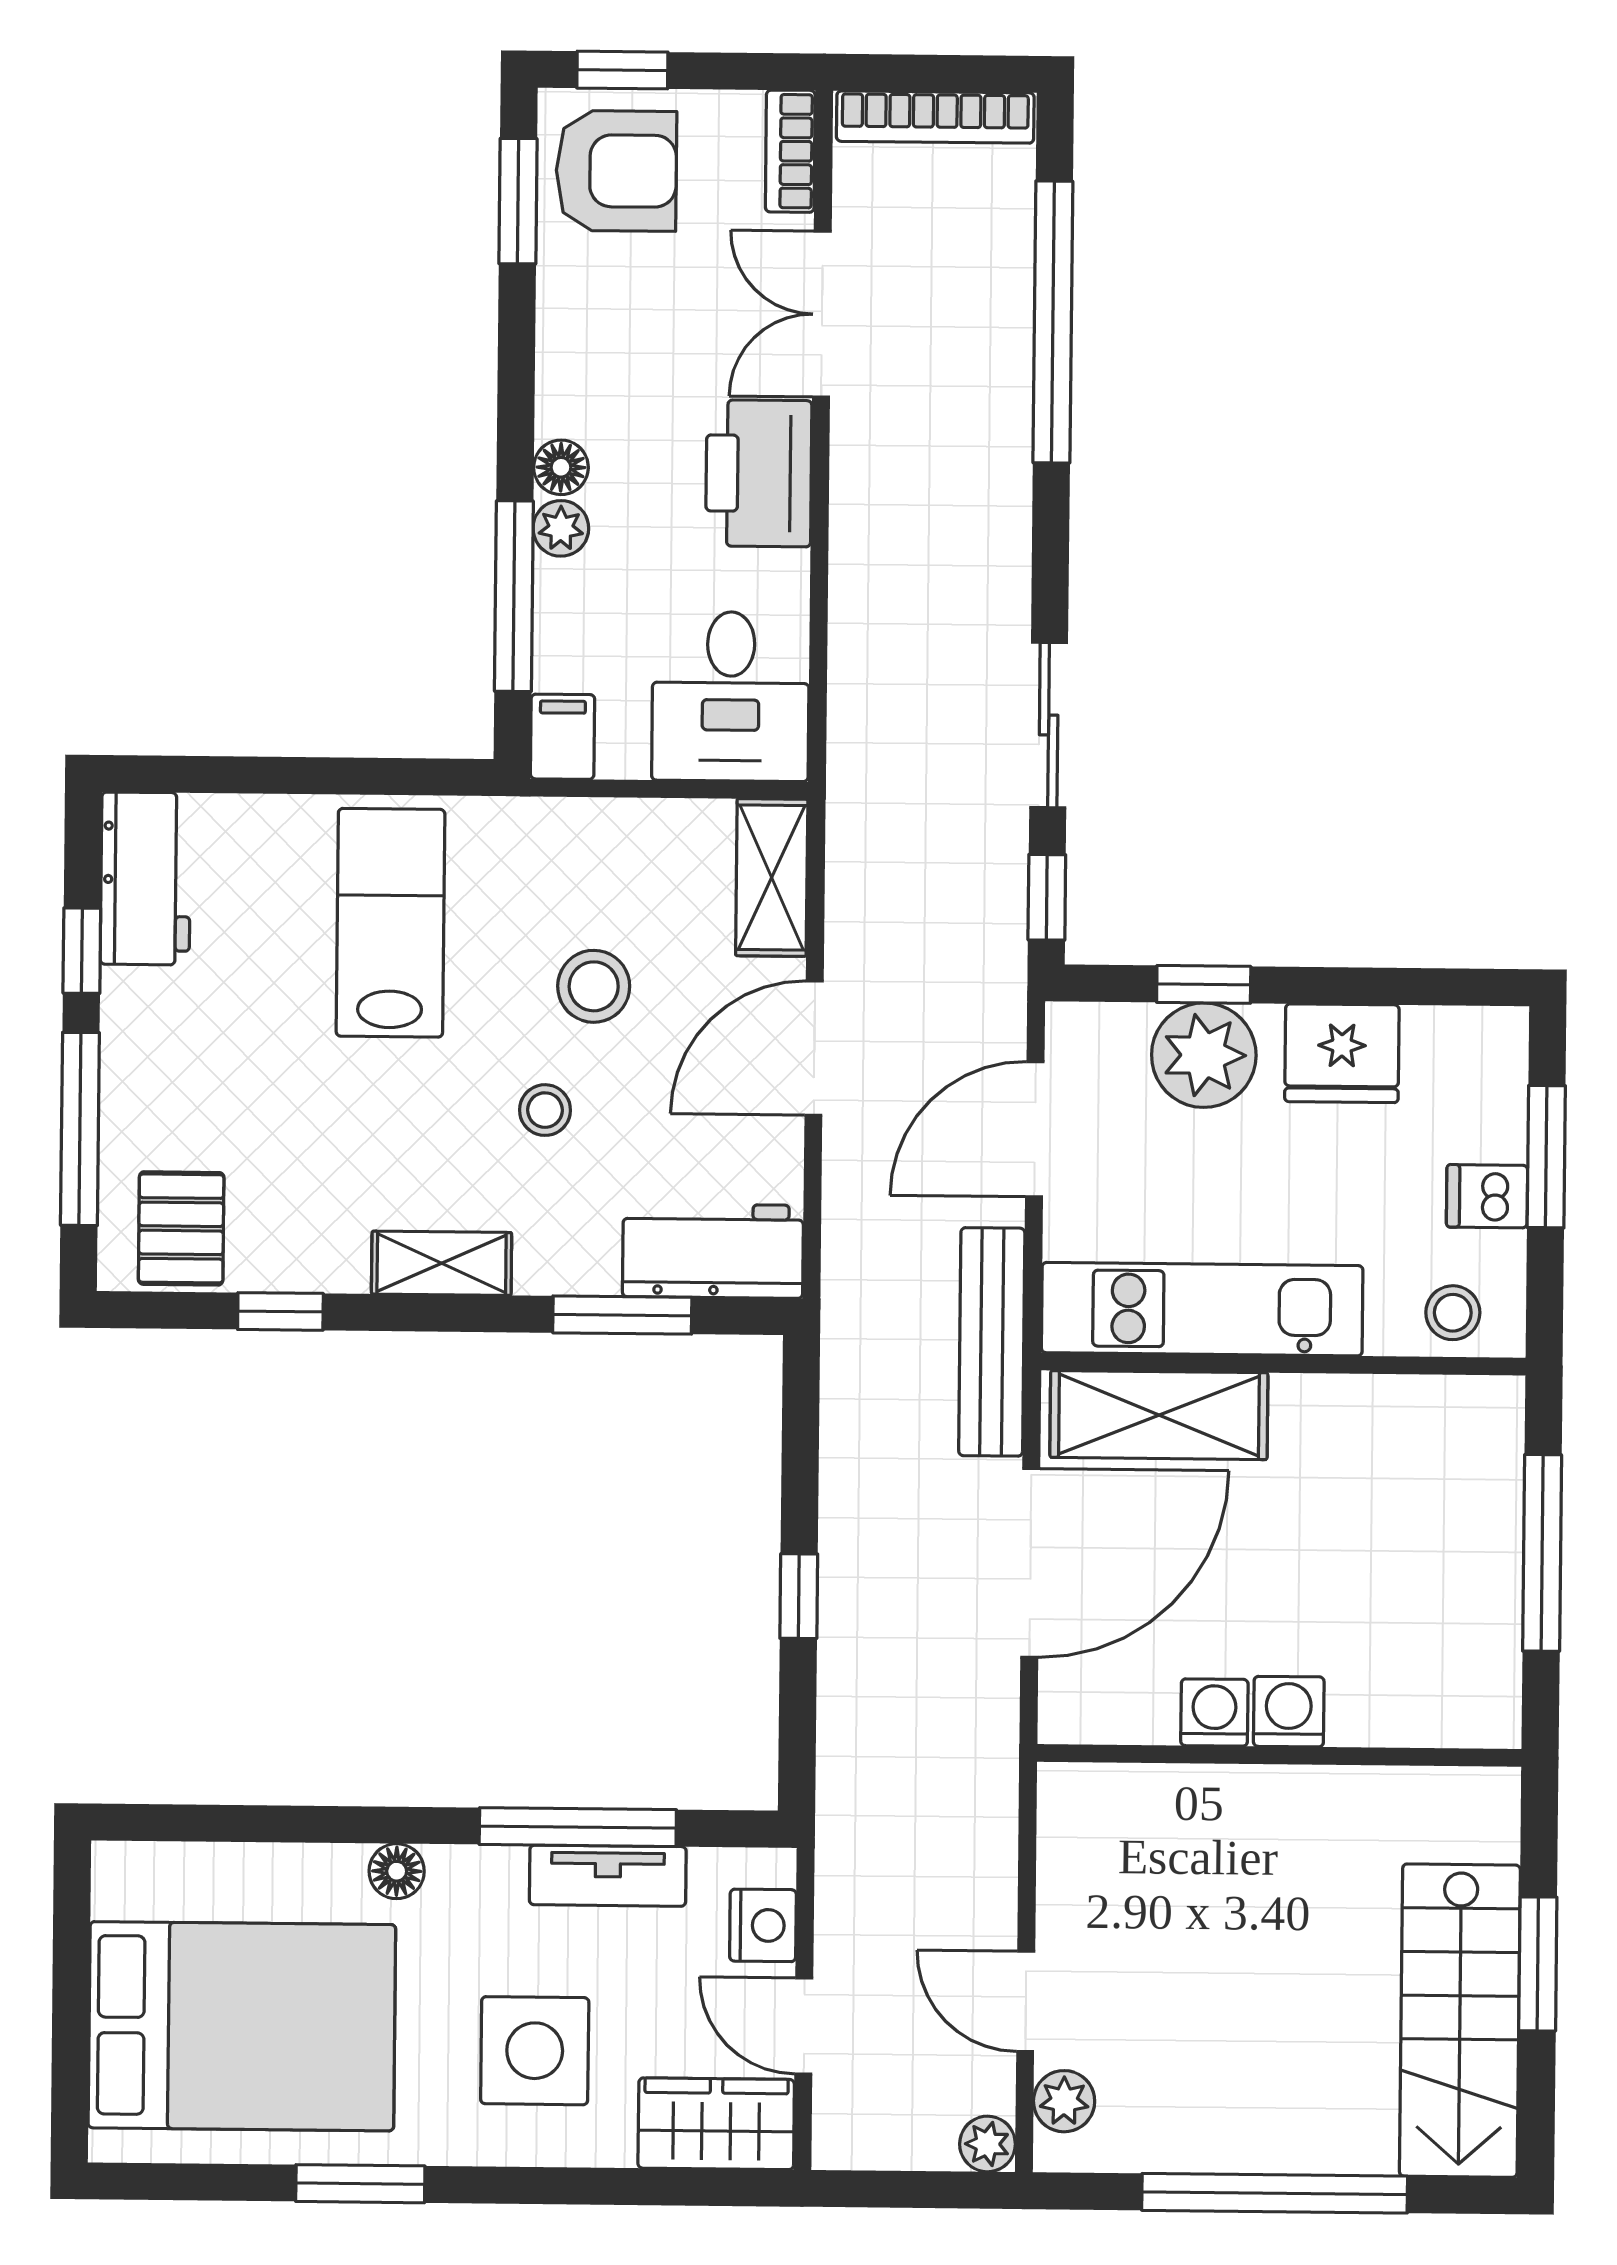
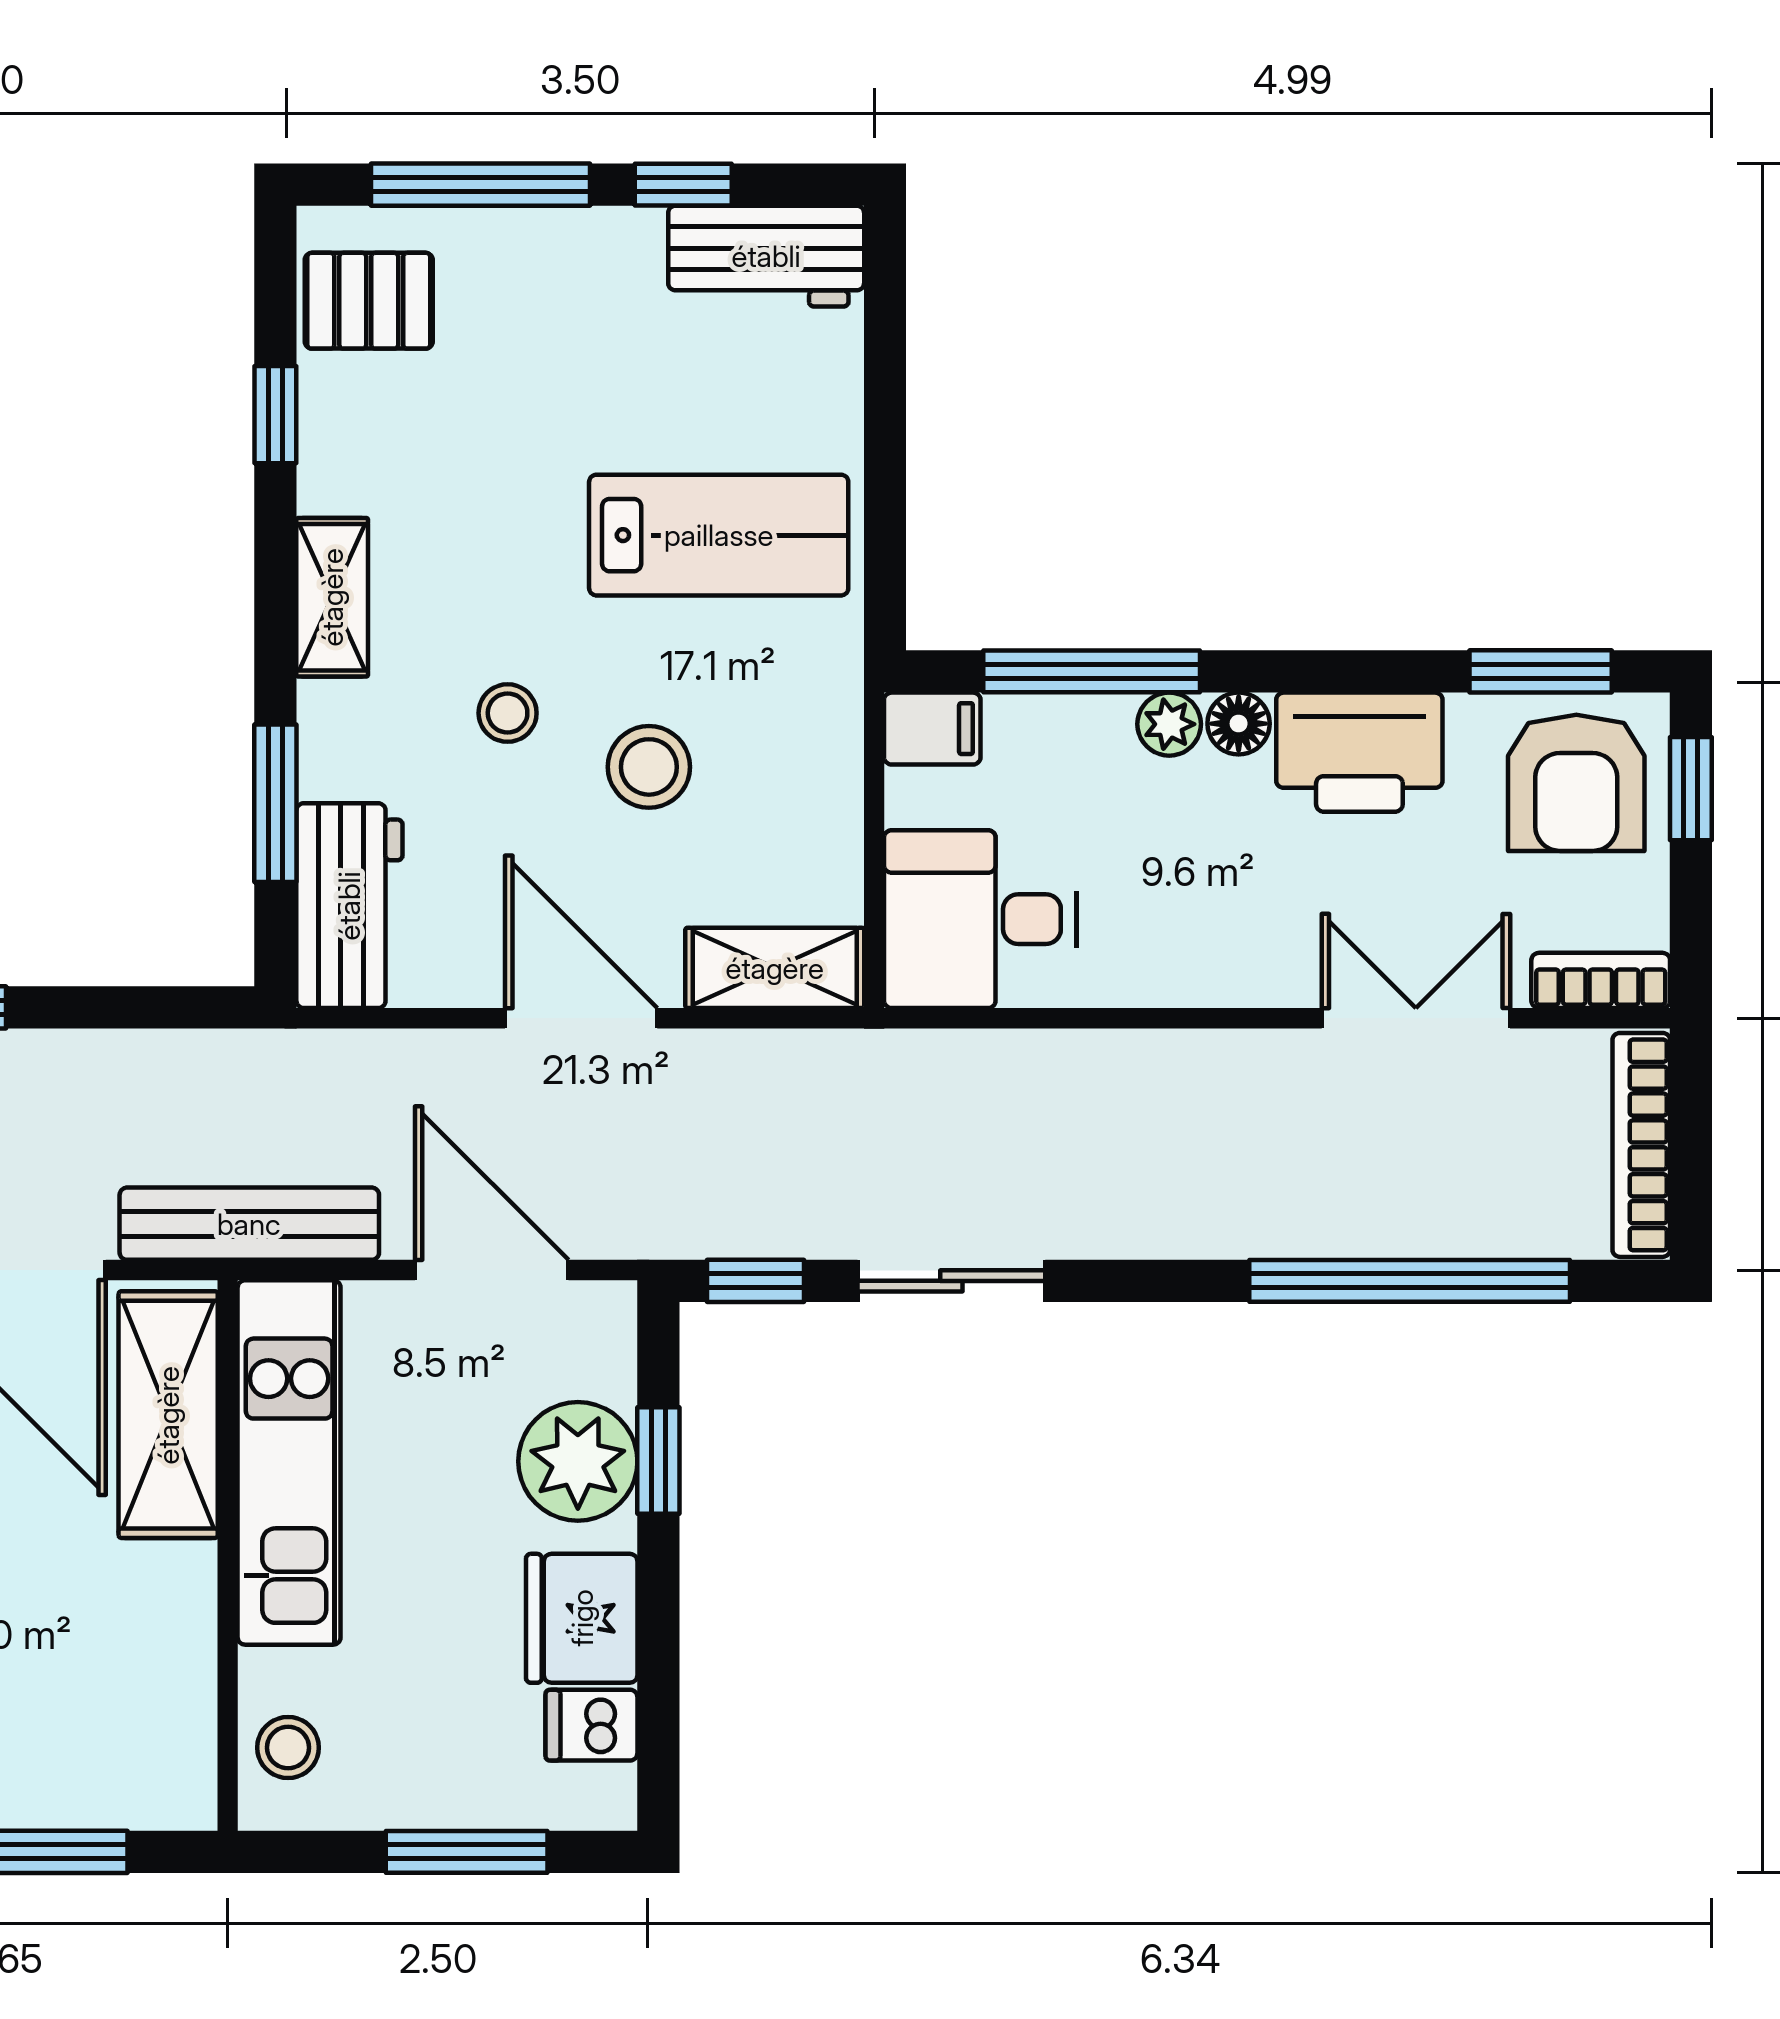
printer: (759, 473) -> (1359, 752), moved, turned 180
dishwasher: (1487, 1196) -> (591, 1725), moved, turned -90

